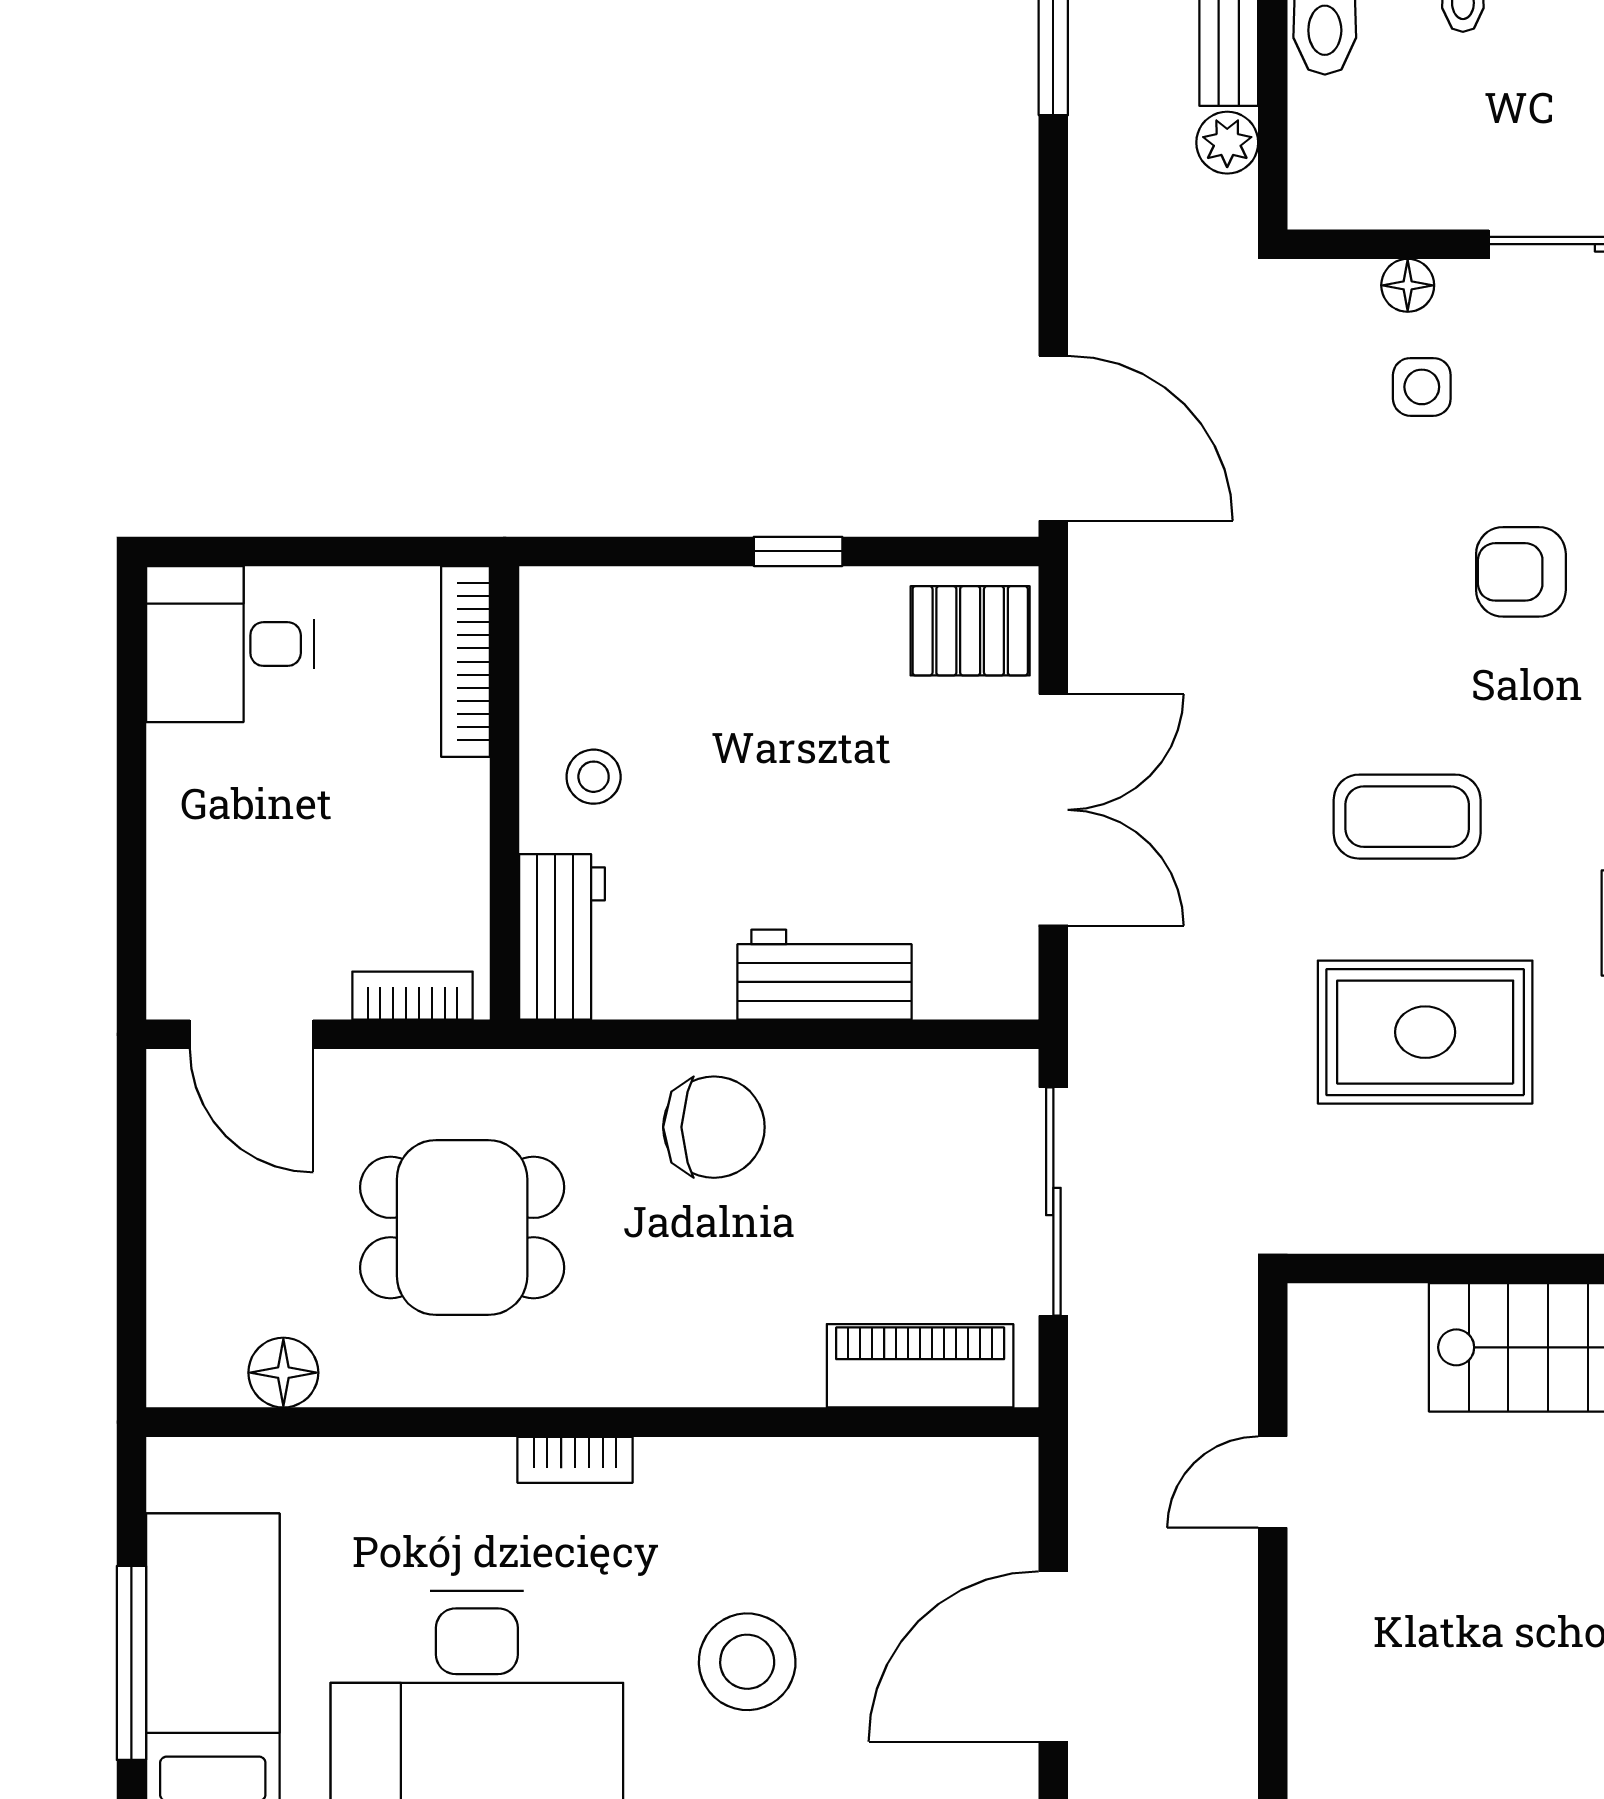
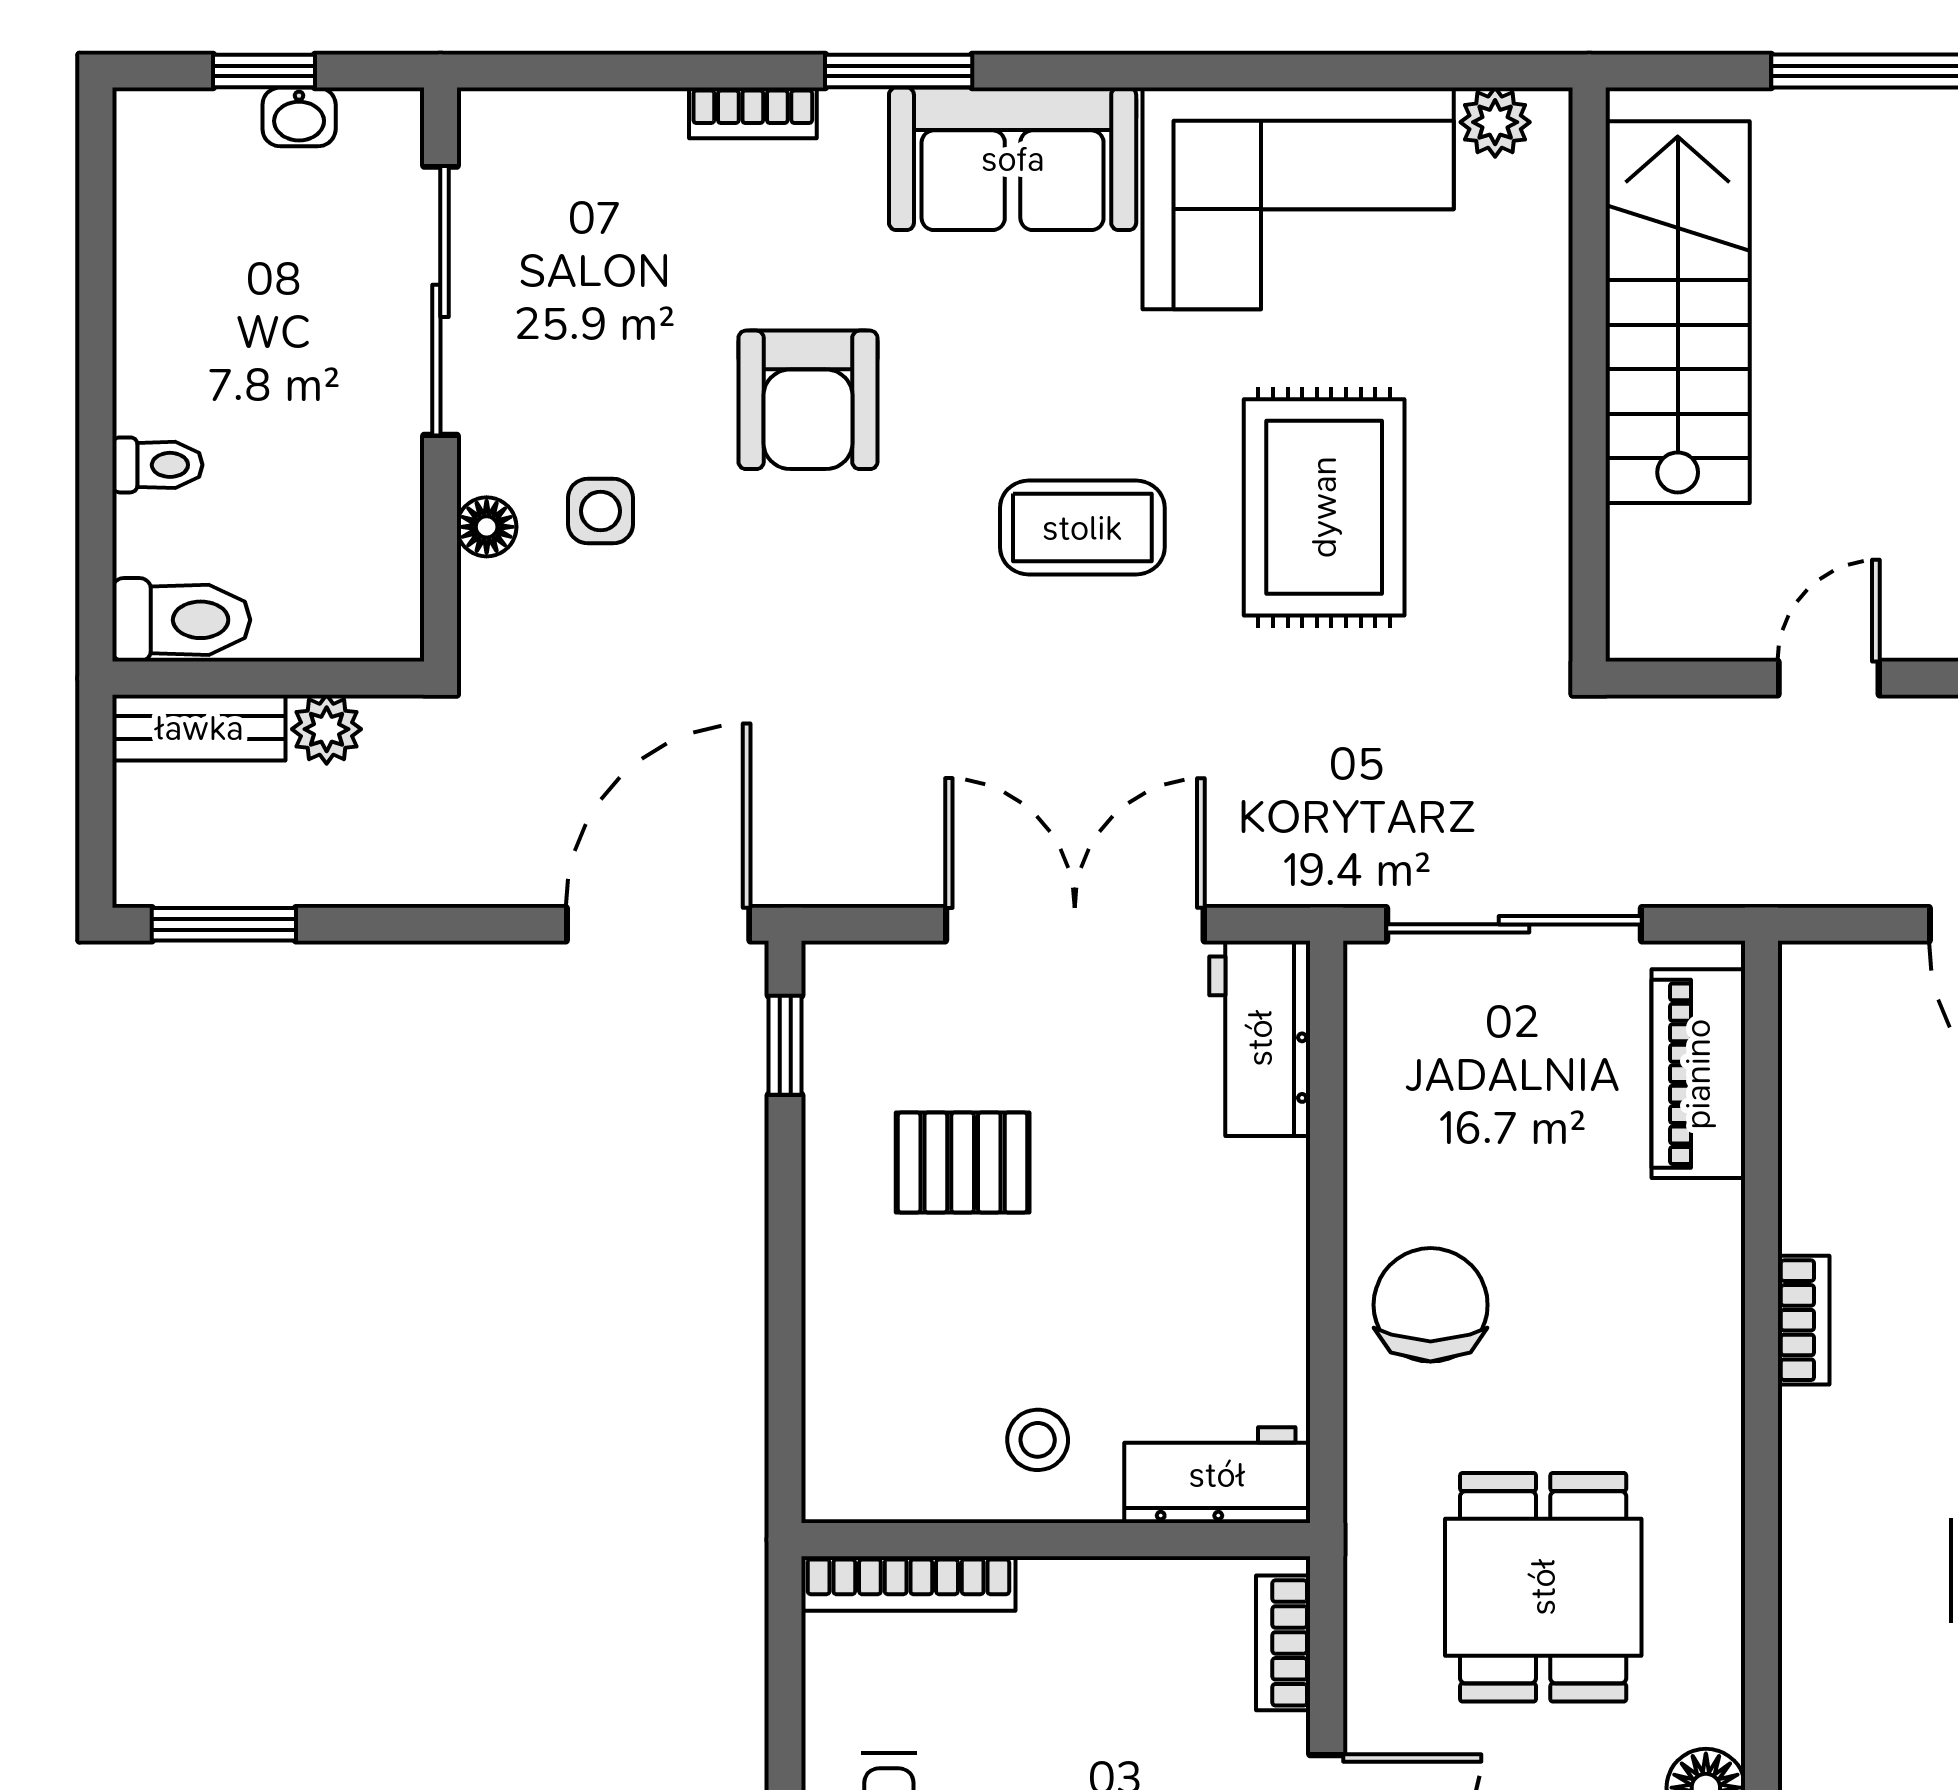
window: (798, 551) -> (785, 1045), moved
armchair: (1521, 572) -> (808, 400), width x1.38, depth x1.38
pallet: (970, 631) -> (963, 1162), moved, turned 90
coffee table: (1407, 817) -> (1082, 528), turned 90
workbench: (824, 975) -> (1260, 1038), moved
bookcase: (575, 1460) -> (1804, 1320), moved
door: (1273, 1482) -> (1829, 678), swing flipped

